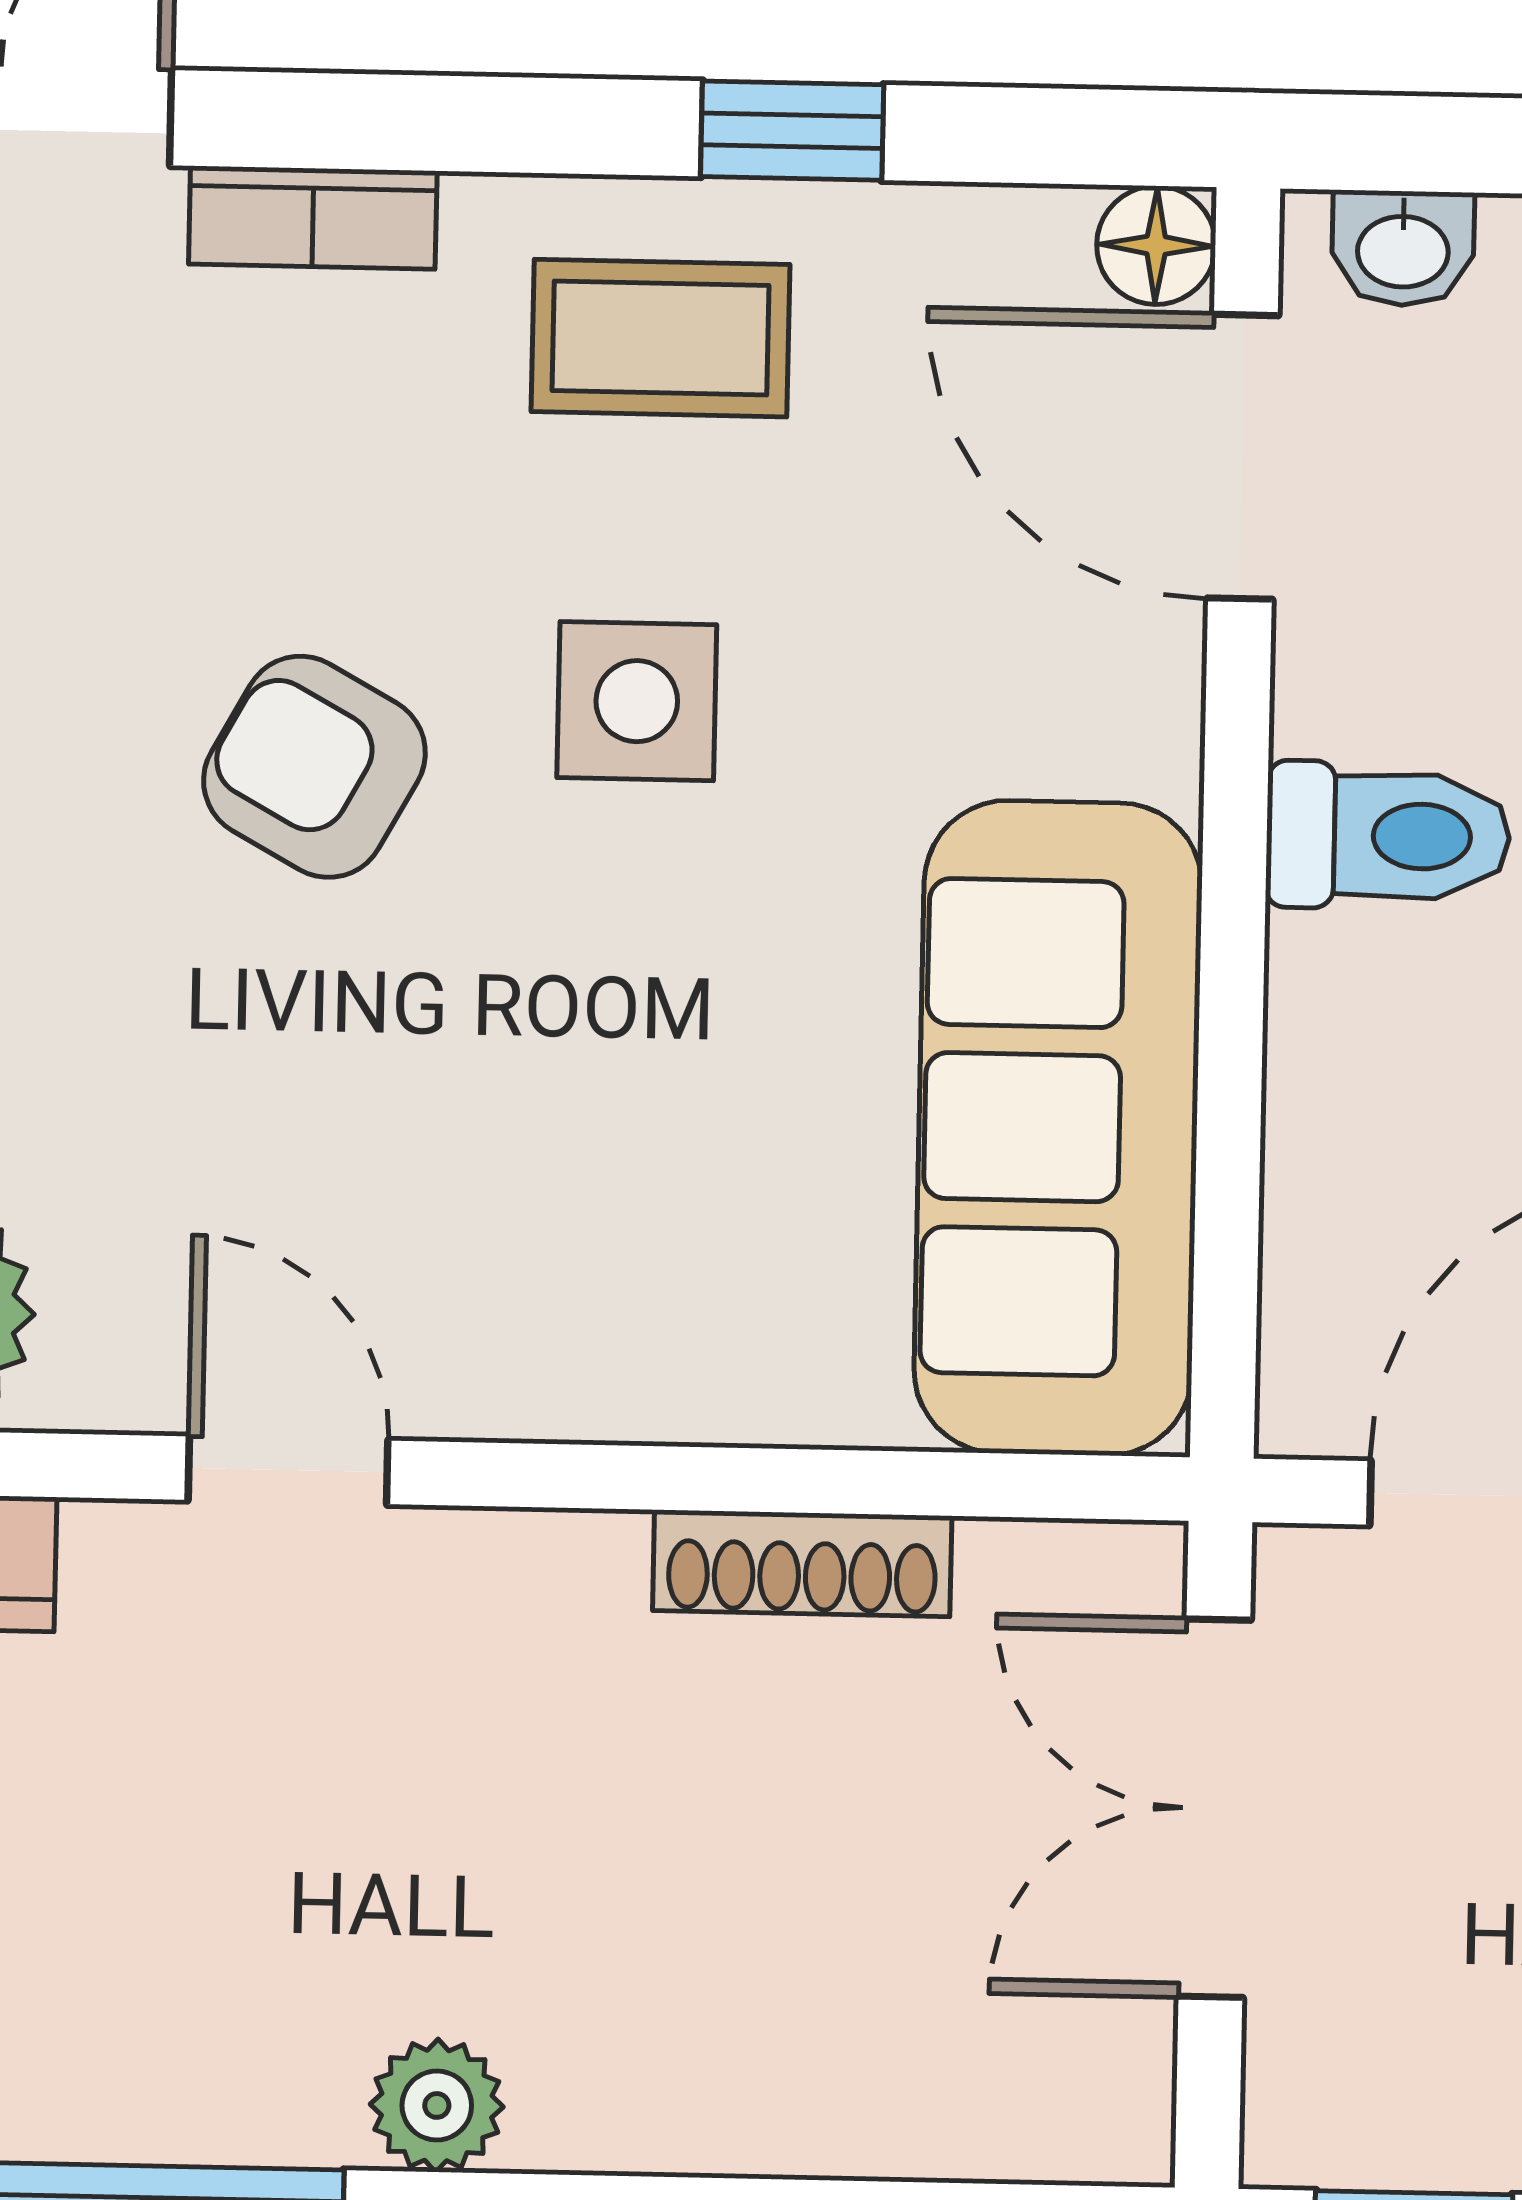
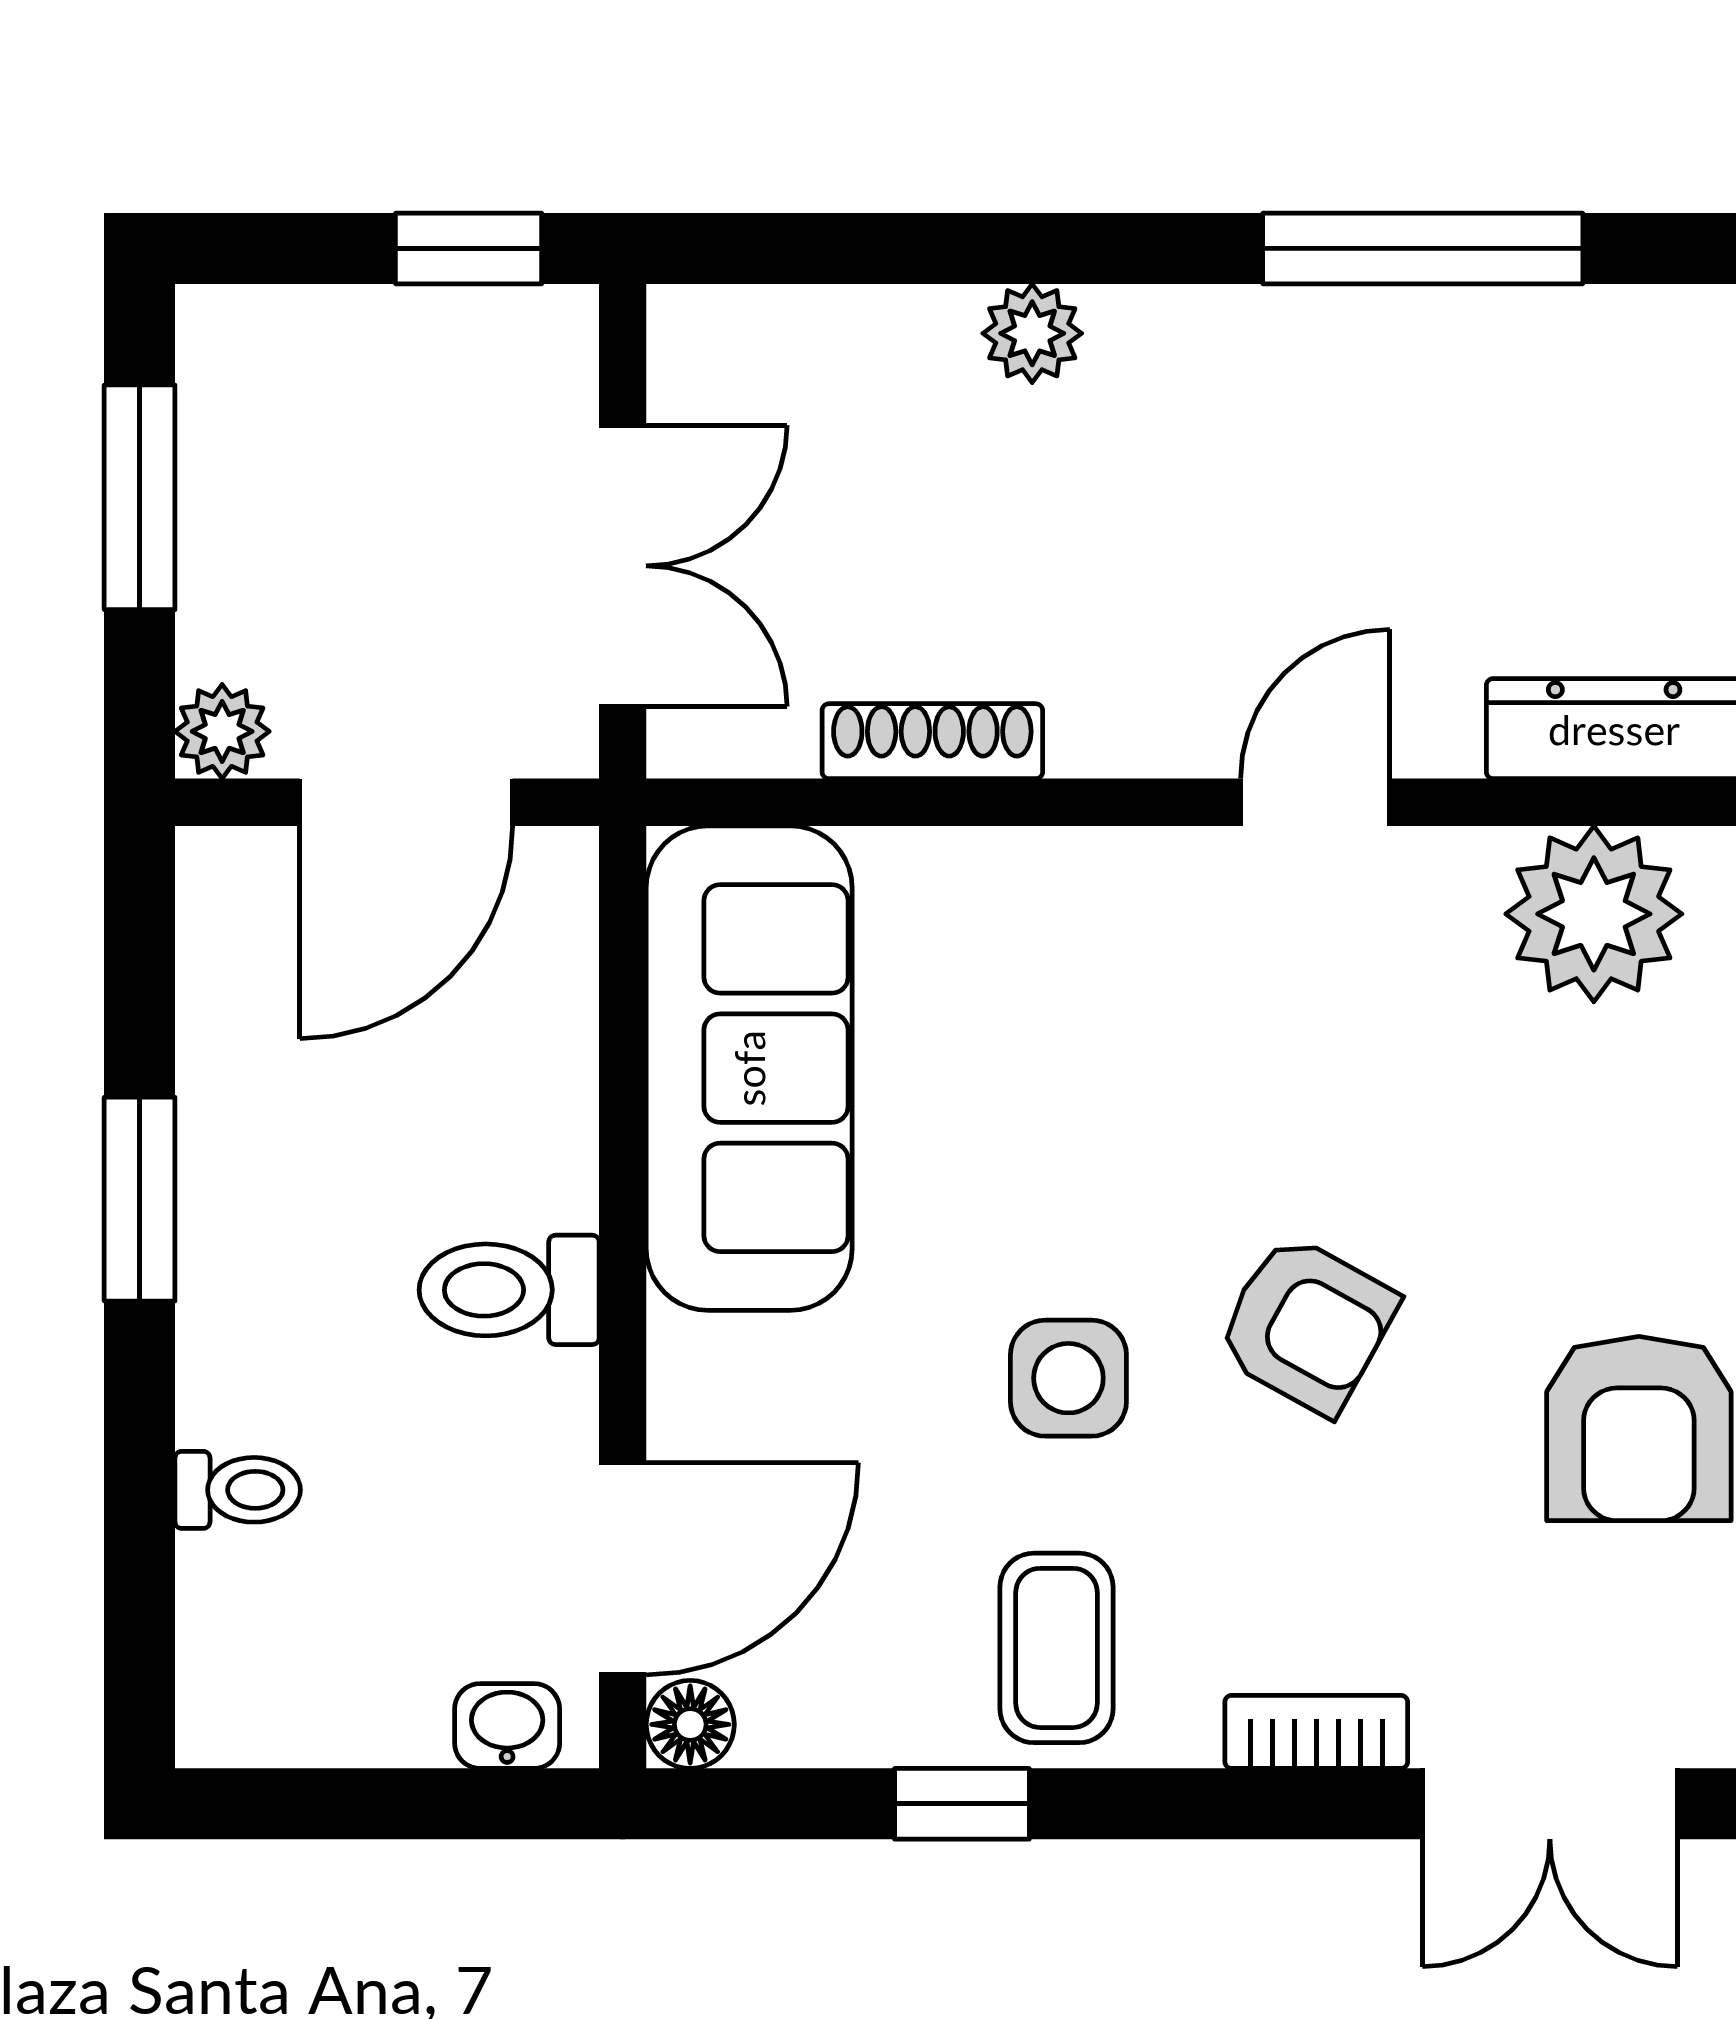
coffee table: (660, 338) -> (1056, 1648), turned 90
door: (1243, 457) -> (623, 1569), hinge flipped
door: (288, 1470) -> (1315, 802), swing flipped
plant: (437, 2105) -> (1032, 333), moved

